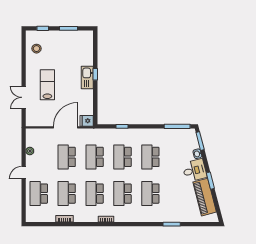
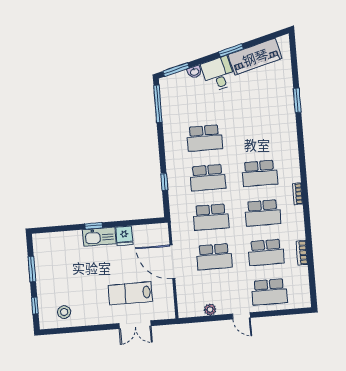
lab bench: (47, 85) -> (130, 293), moved
fridge: (87, 121) -> (124, 236), moved
school desk: (150, 194) -> (256, 134), removed

